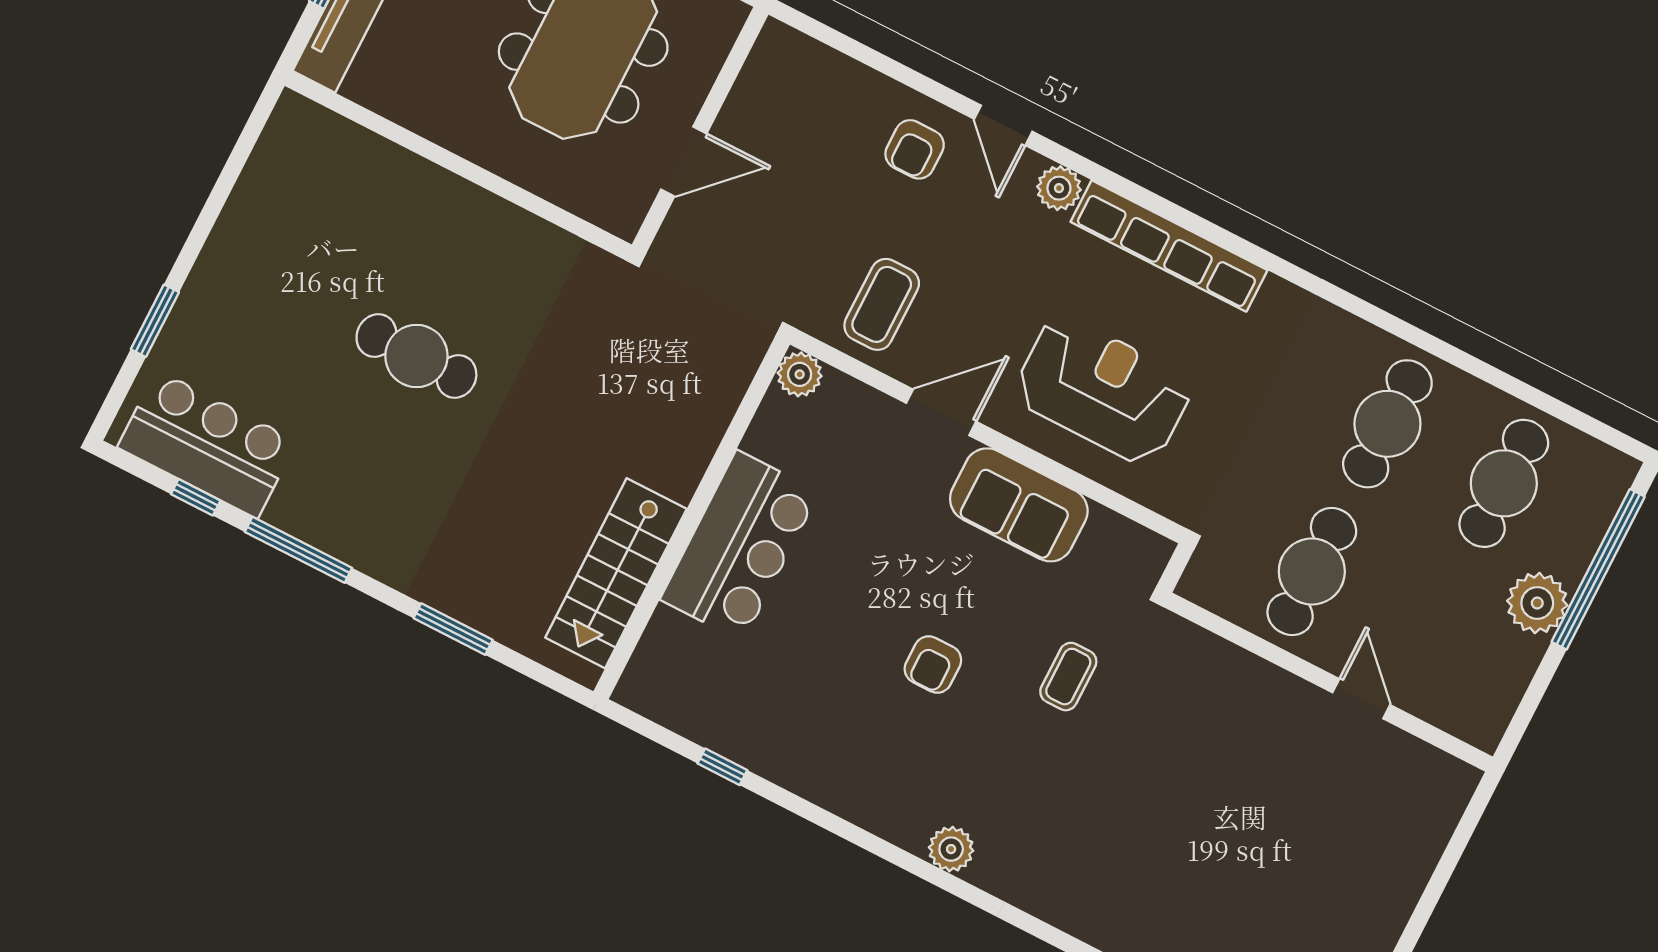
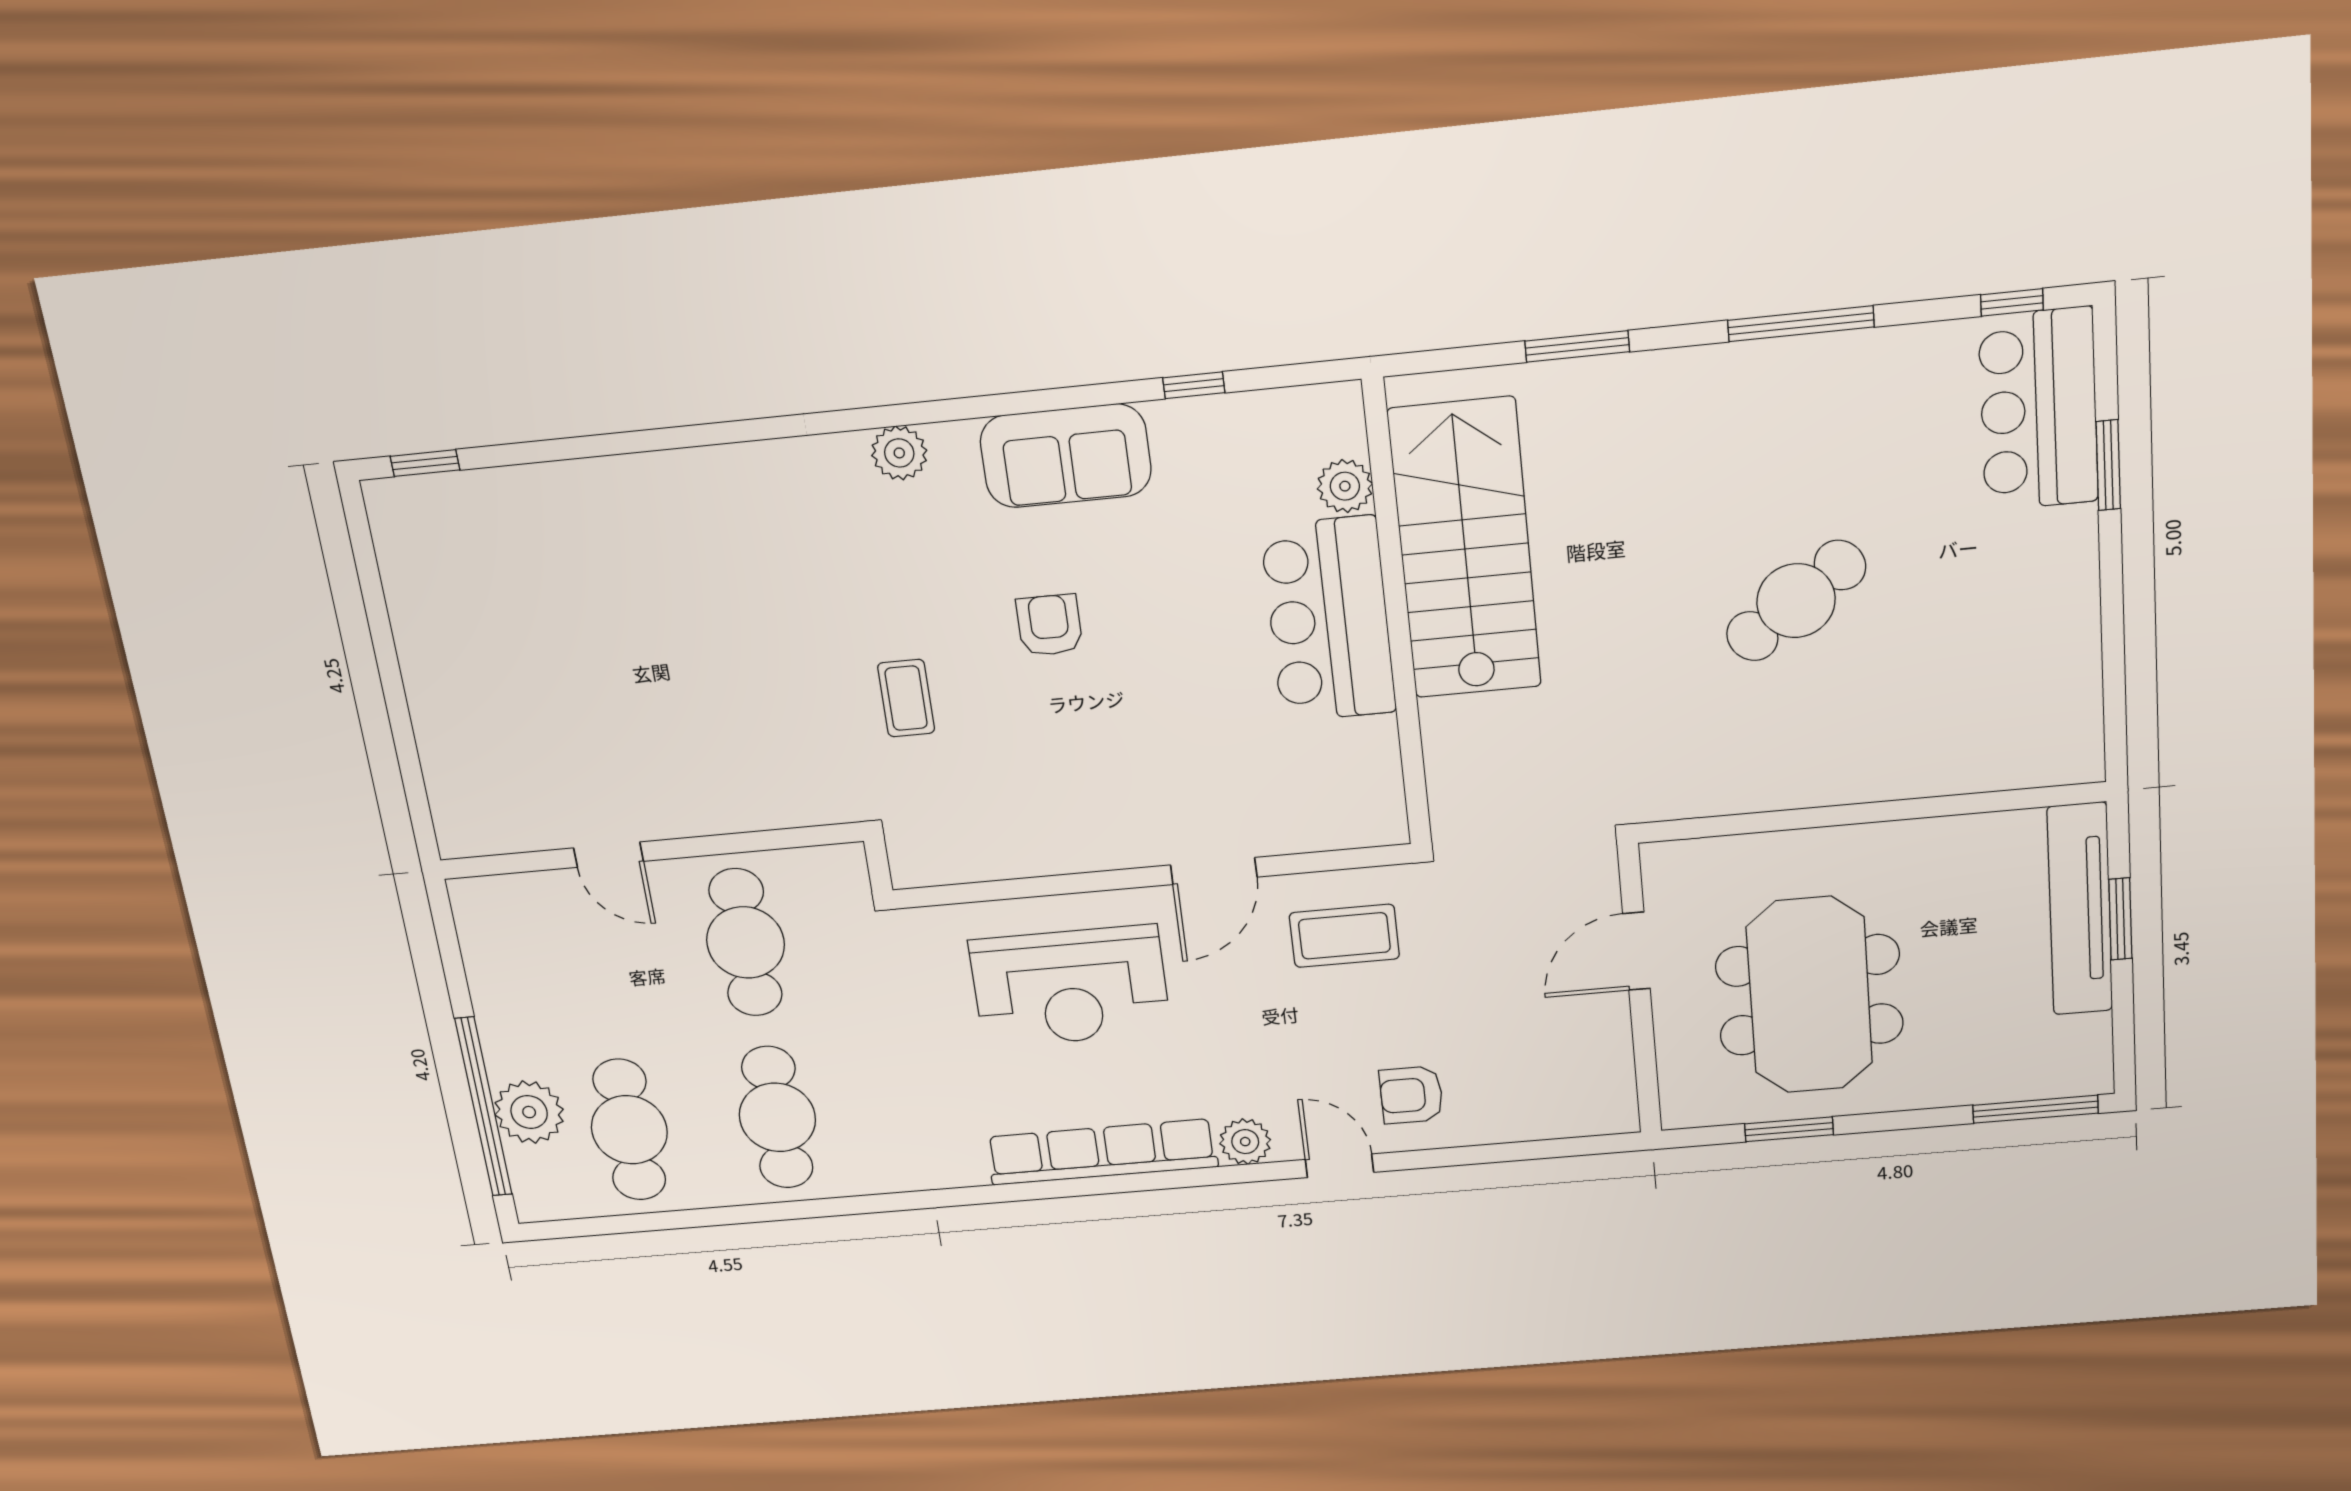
armchair: (915, 149) -> (1411, 1095), turned -90
coffee table: (882, 304) -> (1344, 936), turned 90
cafe table: (416, 356) -> (1796, 601), turned -36
plant: (800, 374) -> (1345, 486), moved
bar counter: (207, 444) -> (2038, 409), moved, turned 90
window: (196, 497) -> (2012, 302), moved
sofa: (1019, 505) -> (1066, 456), moved, turned 180
stairs: (616, 573) -> (1465, 549), width x1.36, depth x1.51
plant: (1537, 603) -> (529, 1112), moved

